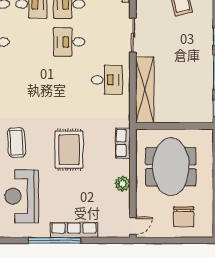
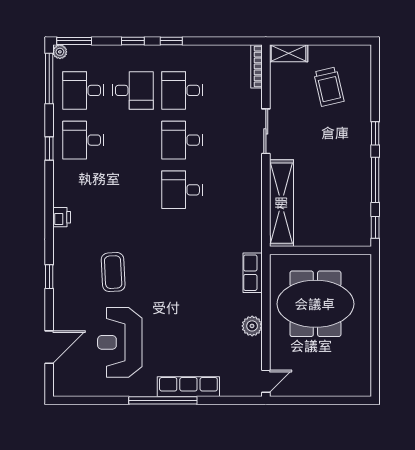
desk: (107, 80) -> (182, 190), moved, turned 180
rug: (69, 150) -> (182, 281), removed
meeting table: (171, 167) -> (315, 304), turned 90
chair: (184, 217) -> (332, 369), removed

